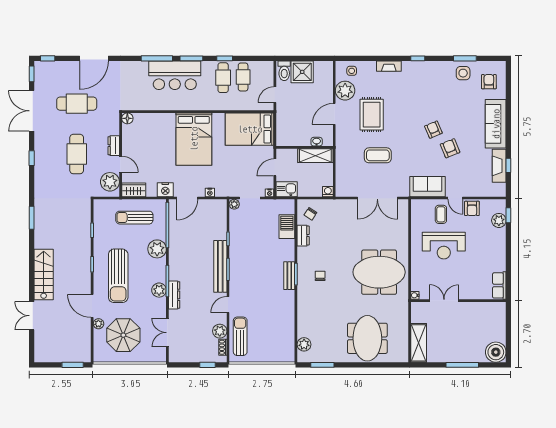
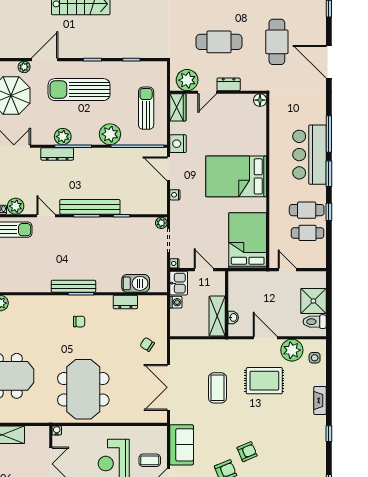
toilet: (284, 71) -> (315, 322), moved
washing machine: (328, 192) -> (176, 302), moved
chair: (310, 214) -> (147, 344), moved
bench: (289, 276) -> (73, 286), width x1.36

